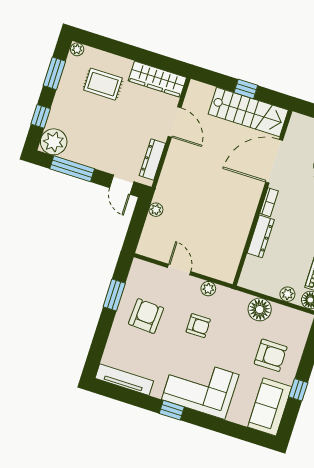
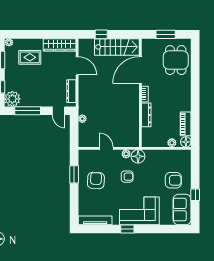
window: (246, 89) -> (101, 34), moved
floor lamp: (260, 309) -> (138, 156), moved

